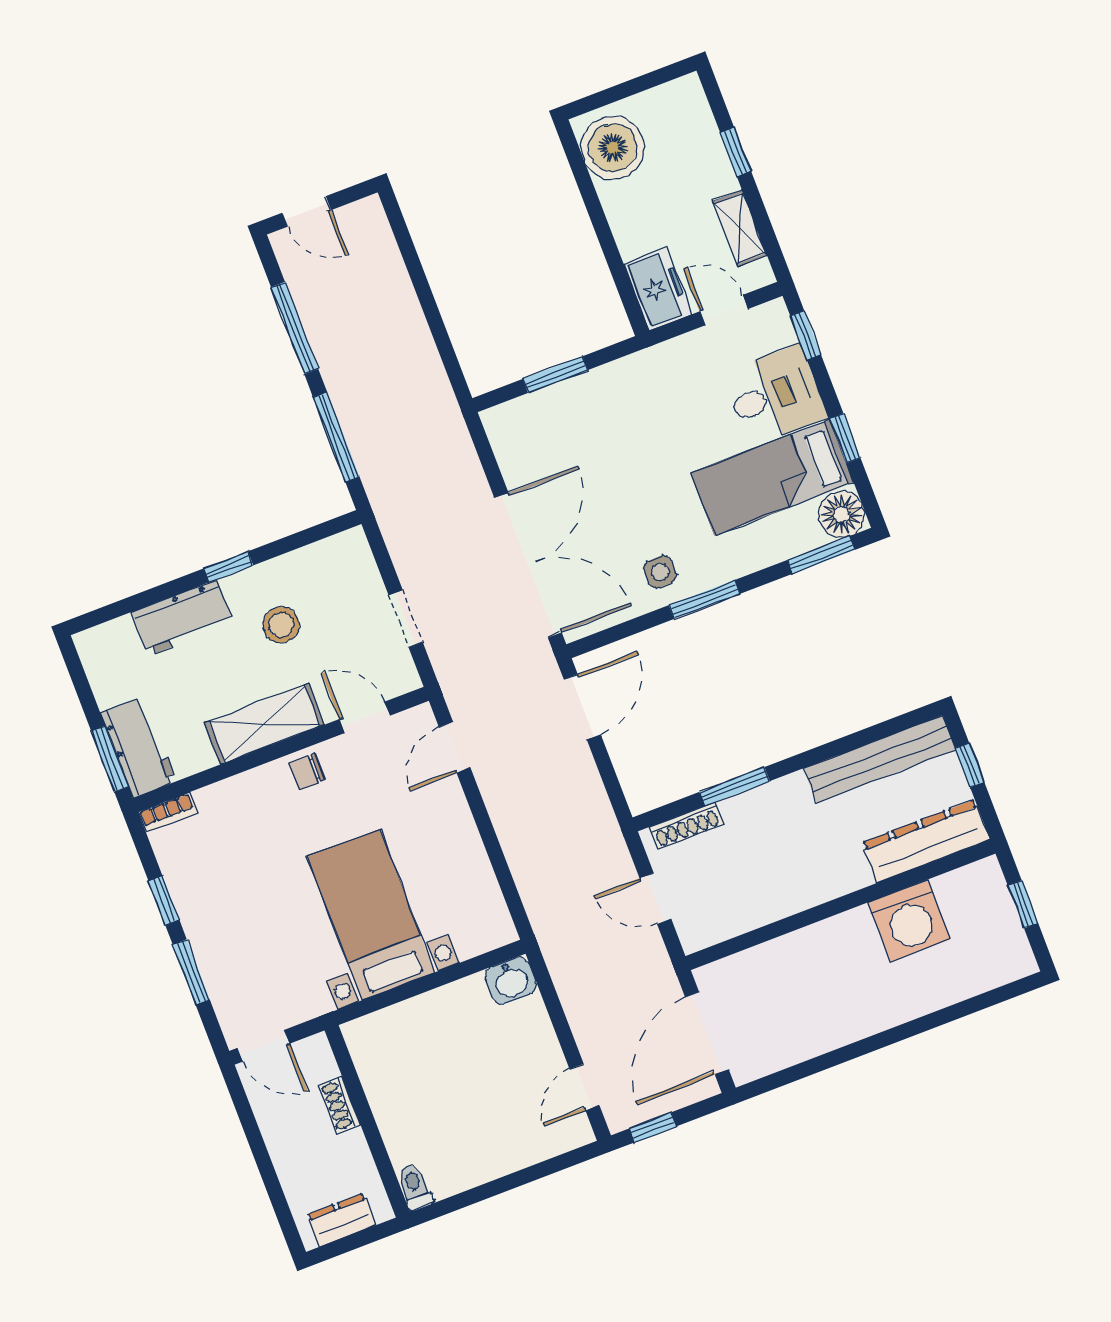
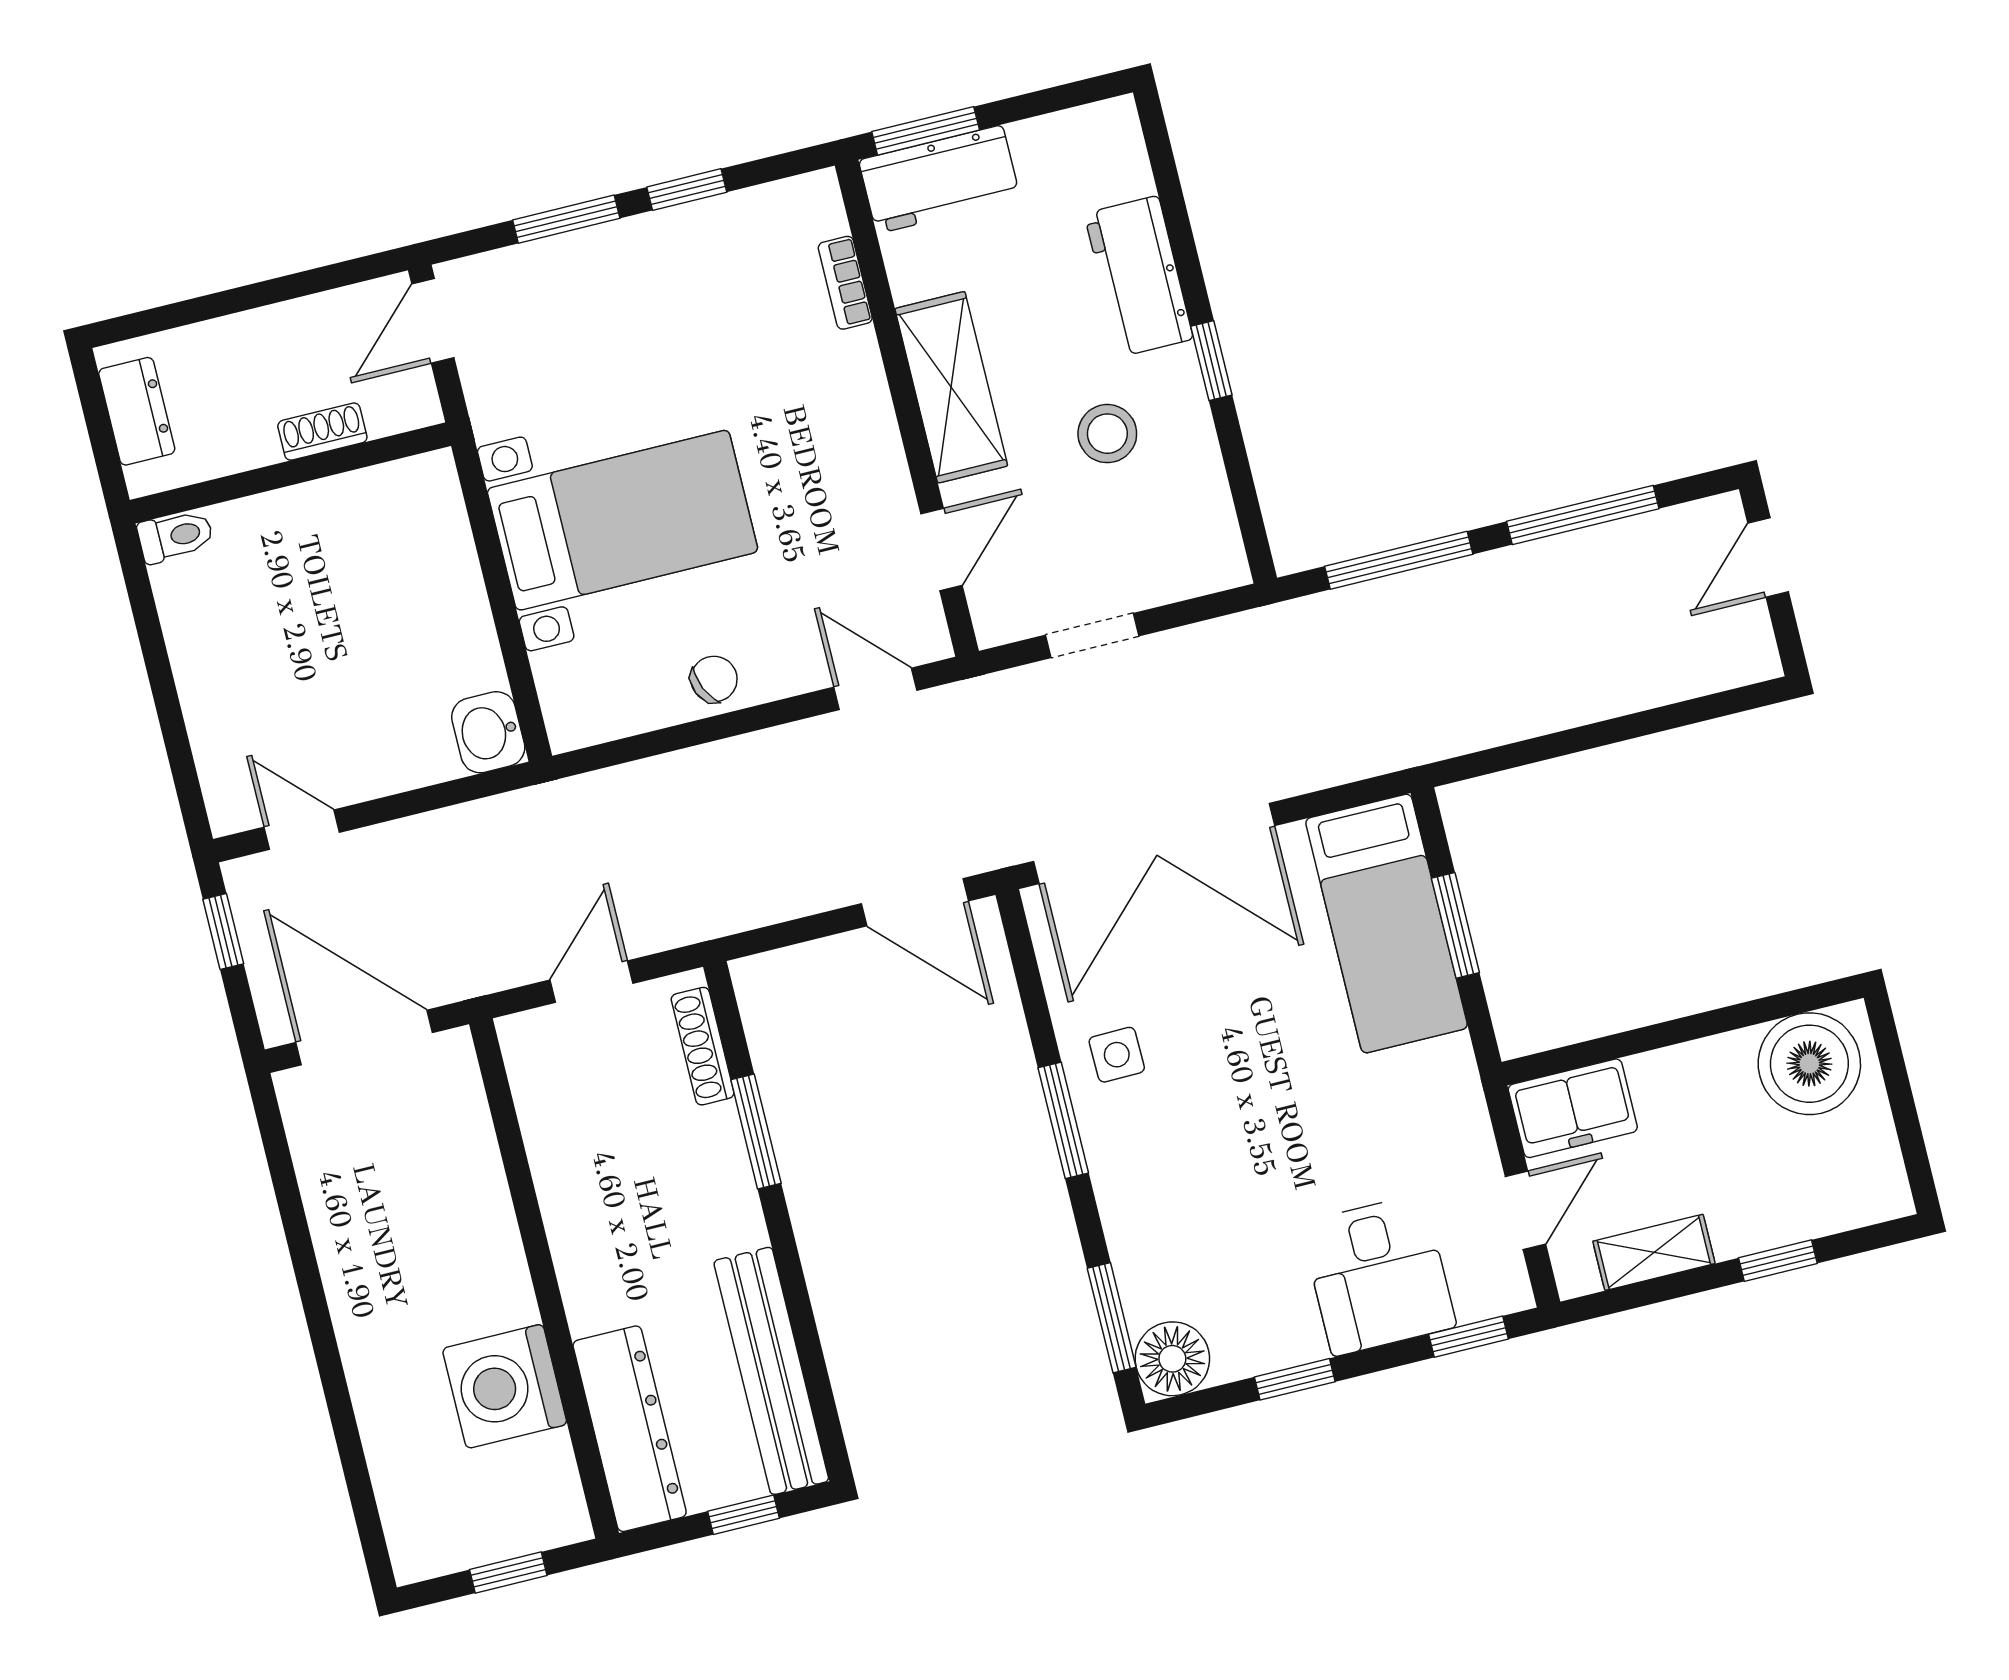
bed: (772, 478) -> (1387, 923), moved, turned 180
chair: (307, 772) -> (714, 679), moved, turned 66
bookcase: (168, 812) -> (845, 283), moved

